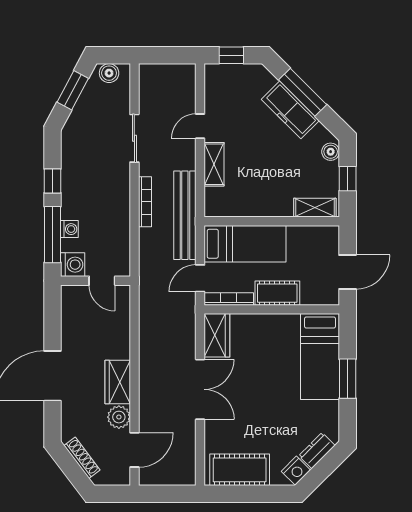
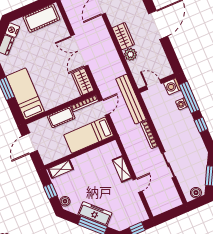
bench: (185, 215) -> (131, 99), moved
plant: (119, 417) -> (130, 54), moved

